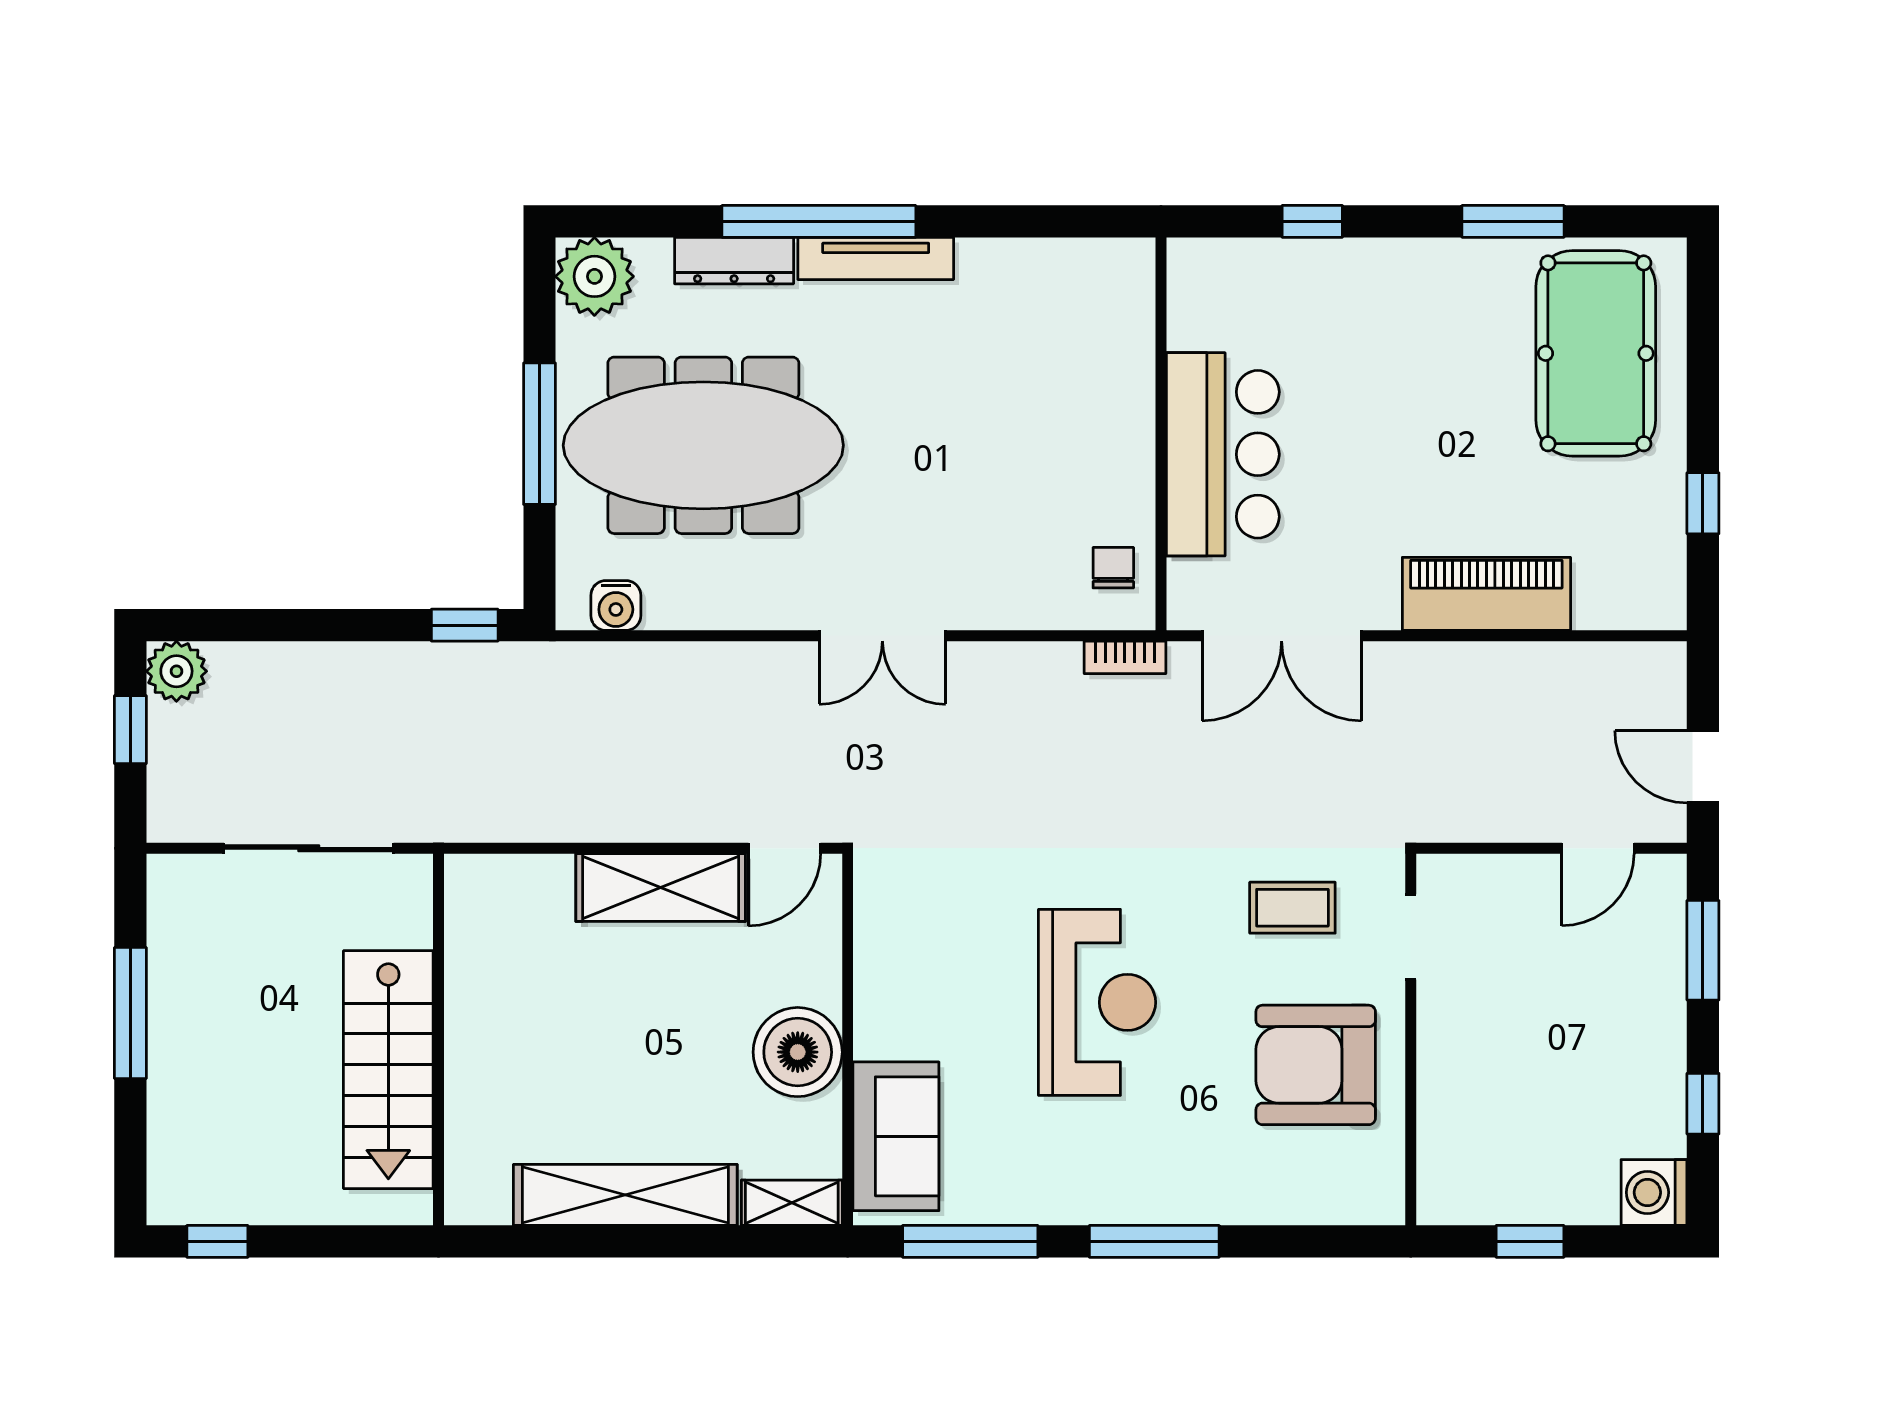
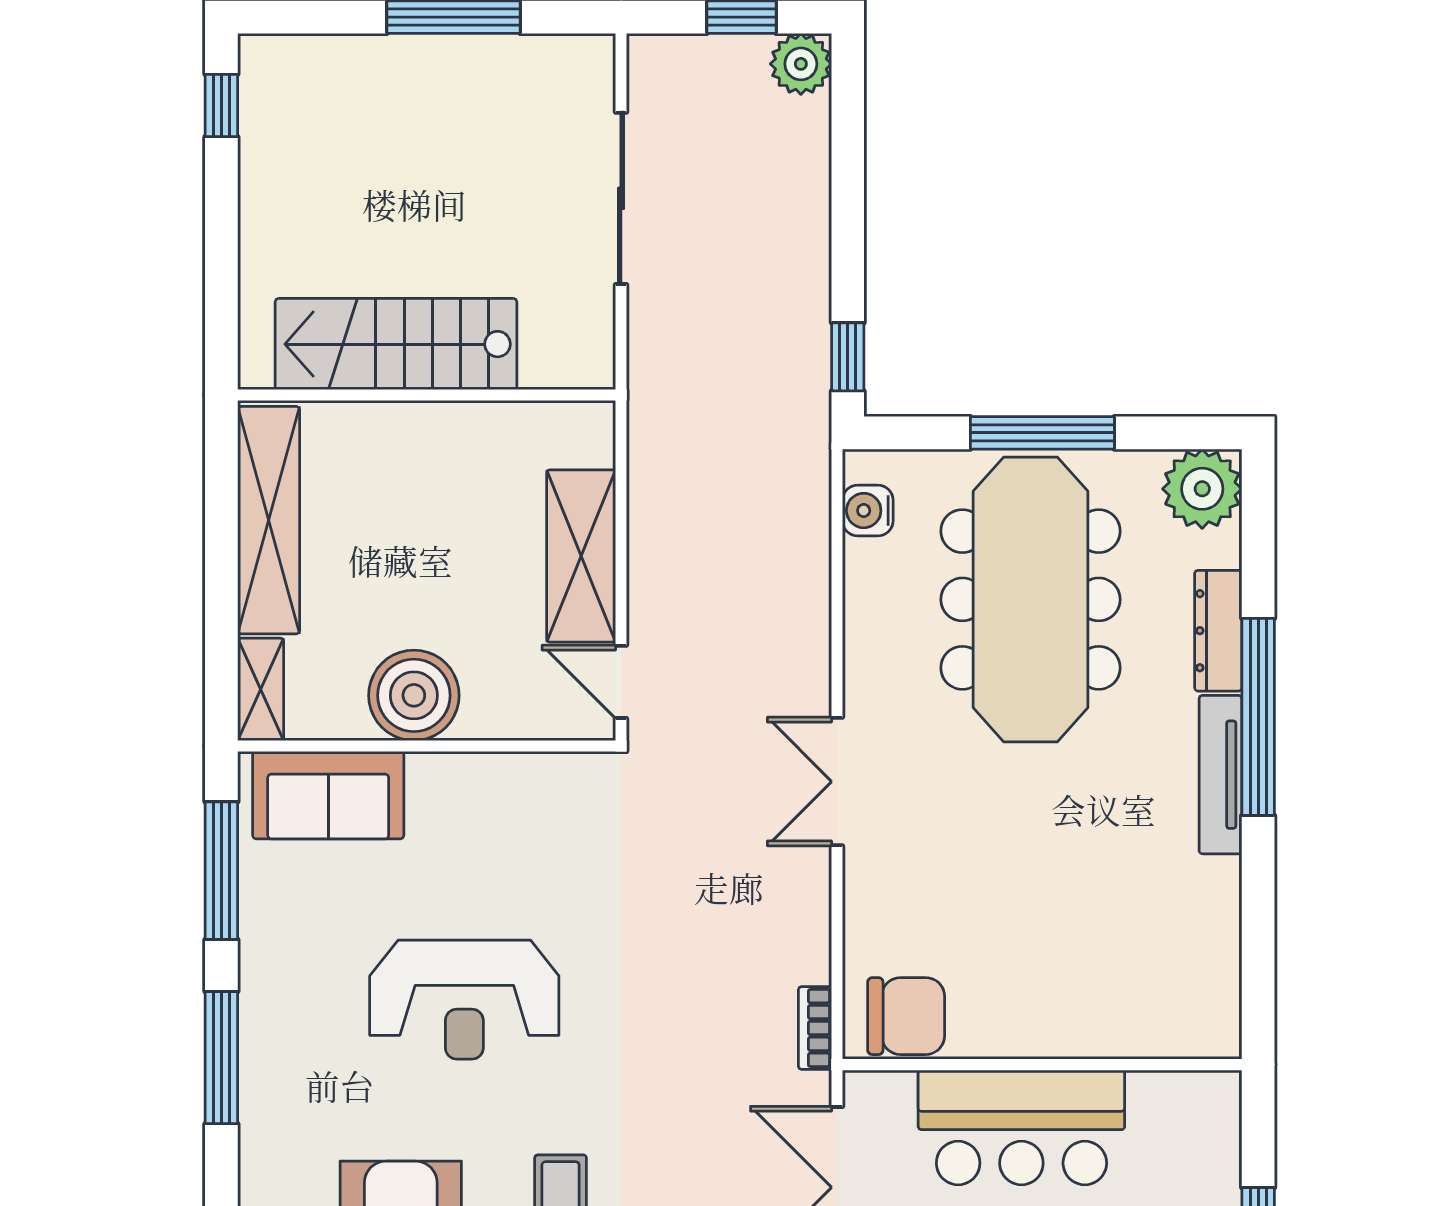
chair: (1113, 568) -> (906, 1016), width x1.87, depth x1.87
wall: (439, 1040) -> (427, 395), moved
stairs: (388, 1070) -> (396, 344), moved

